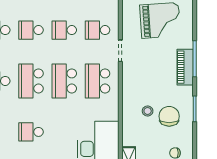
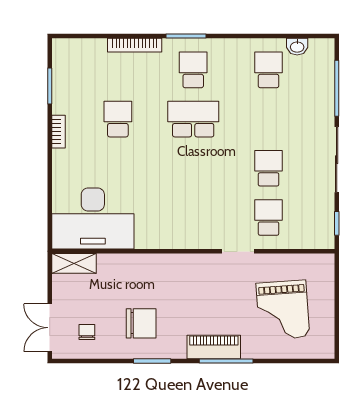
school desk: (31, 30) -> (269, 119), removed
school desk: (64, 81) -> (193, 168), removed
school desk: (98, 81) -> (193, 217), removed
stool: (148, 111) -> (149, 291), removed

